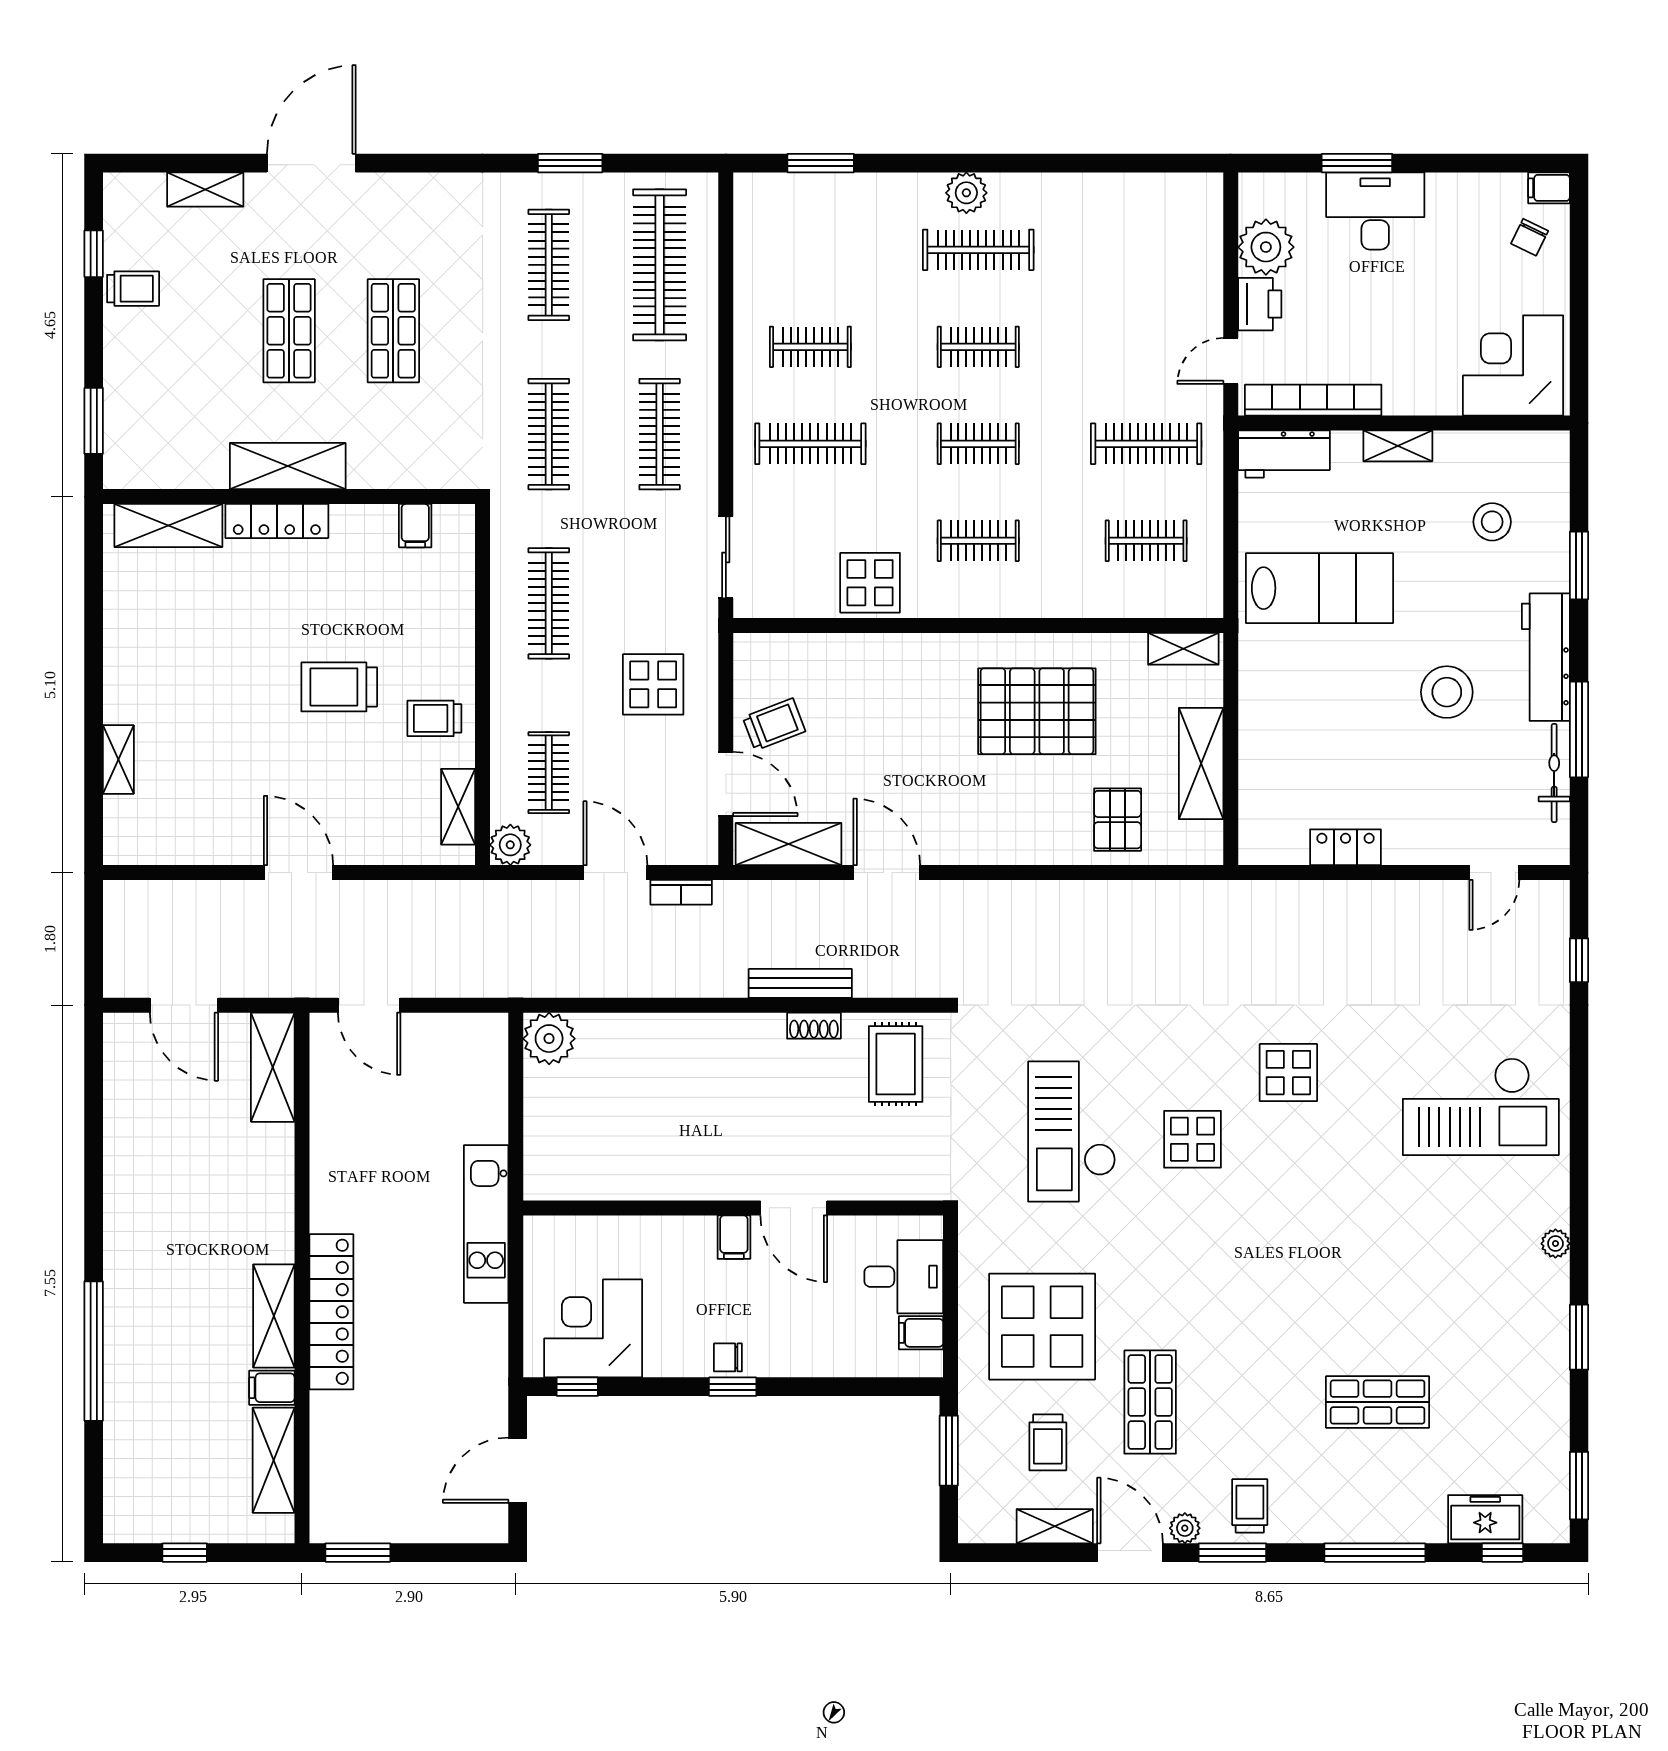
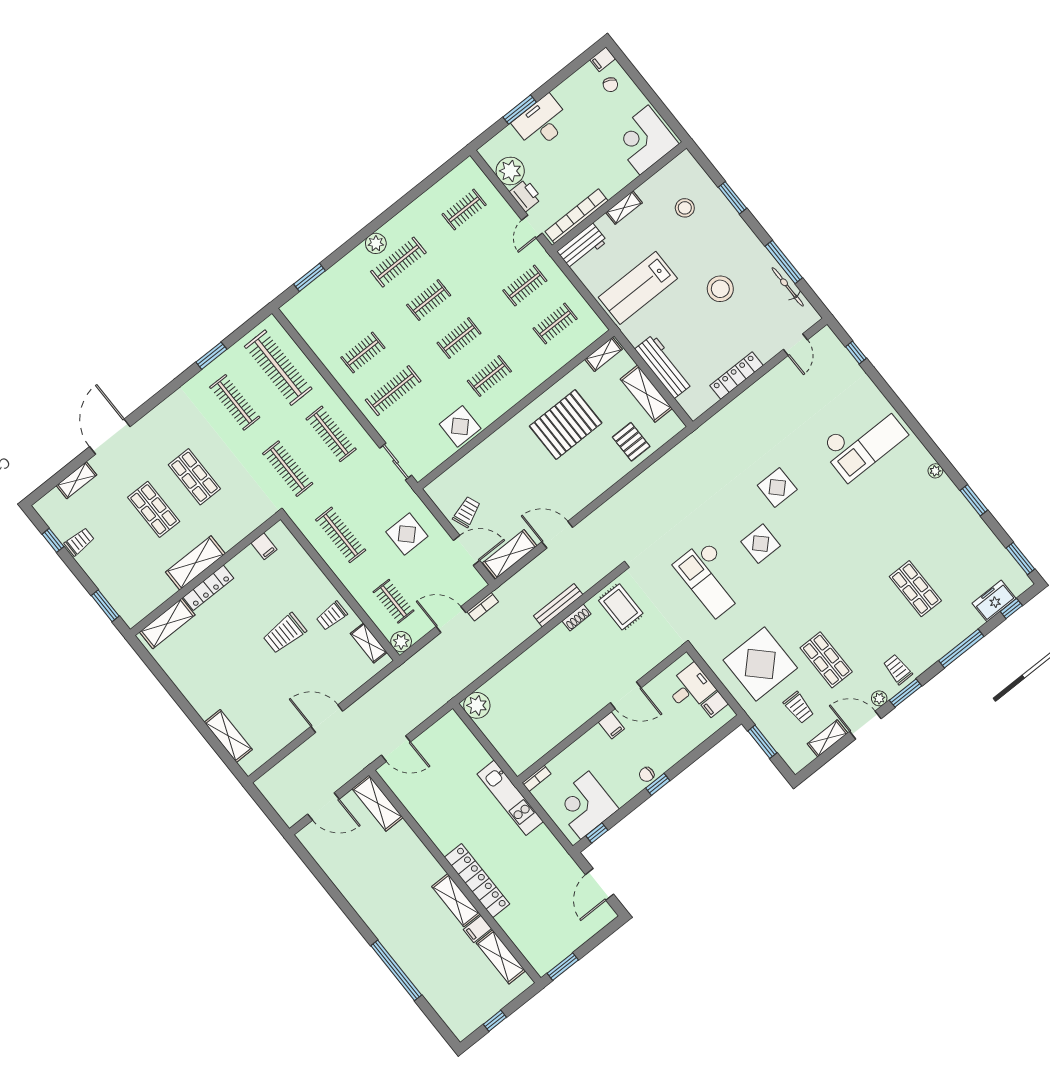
clothes rail: (1146, 250) -> (464, 210), added
clothes rail: (1146, 444) -> (525, 286), width x0.73
lab bench: (1319, 588) -> (638, 288), turned 180
workbench: (1546, 657) -> (664, 366), moved, turned 180
shelving: (118, 760) -> (228, 736), width x1.50, depth x1.33
locker: (1346, 847) -> (736, 375), width x1.53
bookcase: (551, 1227) -> (537, 778), added
shop shelf: (1378, 1402) -> (915, 589), turned 90

